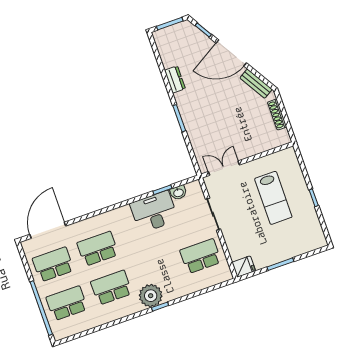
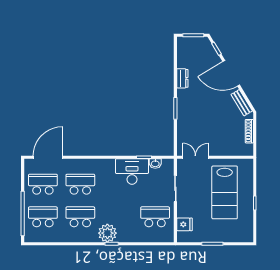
lab bench: (273, 198) -> (225, 192), width x1.36, depth x1.39
fridge: (244, 267) -> (185, 224), moved

